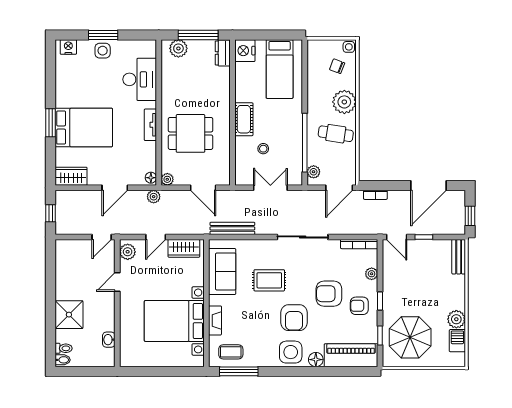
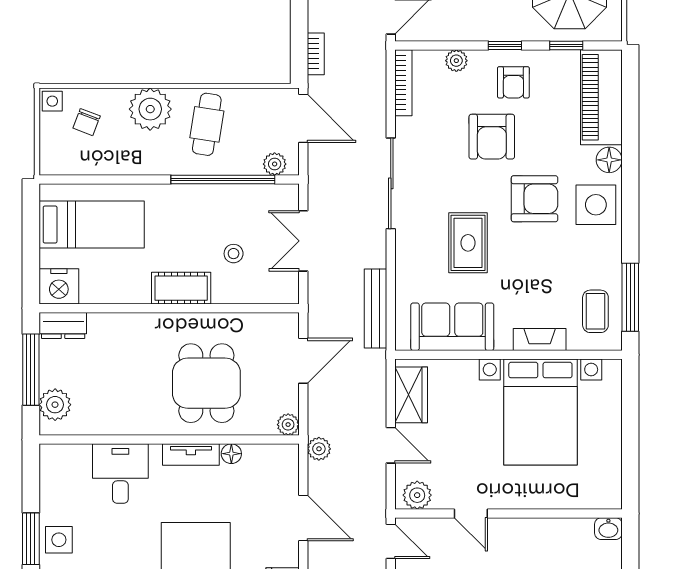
desk: (140, 79) -> (120, 474), width x0.73
floor lamp: (151, 178) -> (231, 454), moved
washbasin: (109, 340) -> (608, 529), moved

